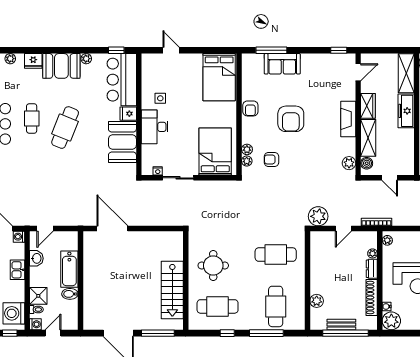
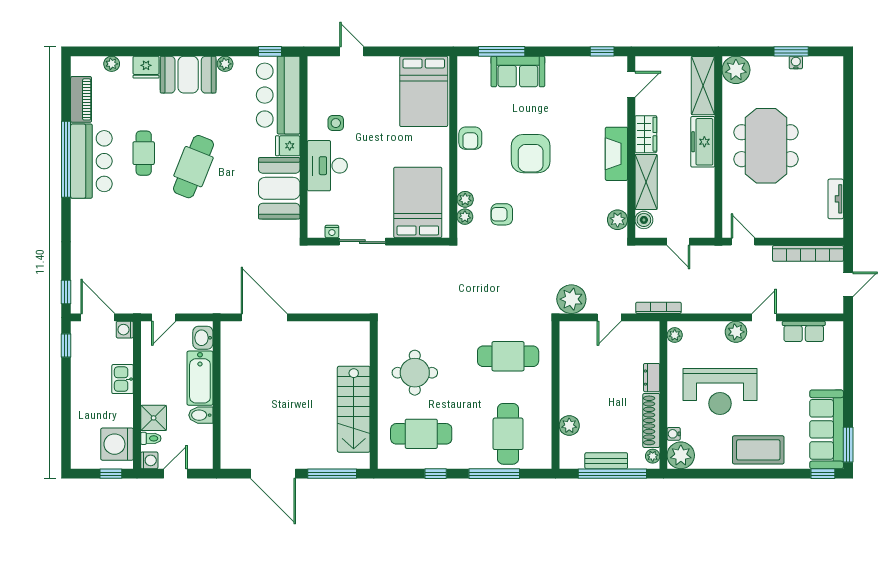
plant: (372, 253) -> (653, 456), moved
washbasin: (36, 258) -> (203, 338), moved, turned 180

